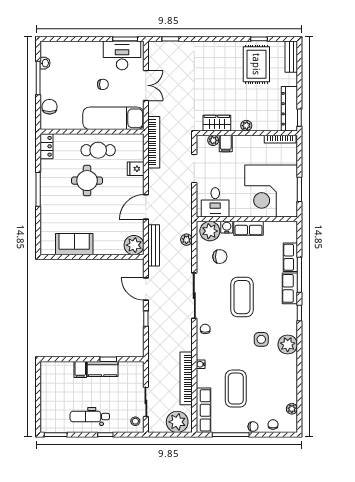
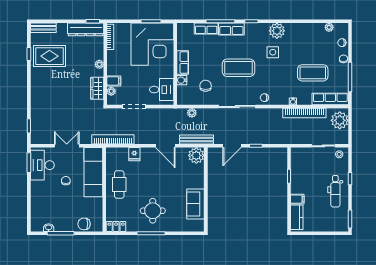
round table: (87, 181) -> (153, 211), moved
plant: (210, 231) -> (185, 94), removed
kitchen counter: (103, 369) -> (297, 217), moved

